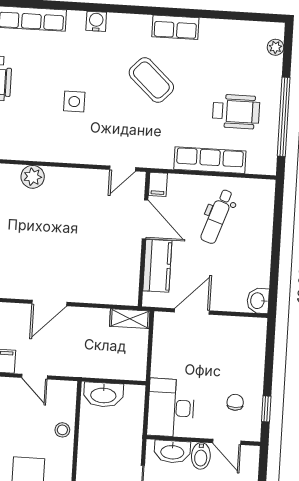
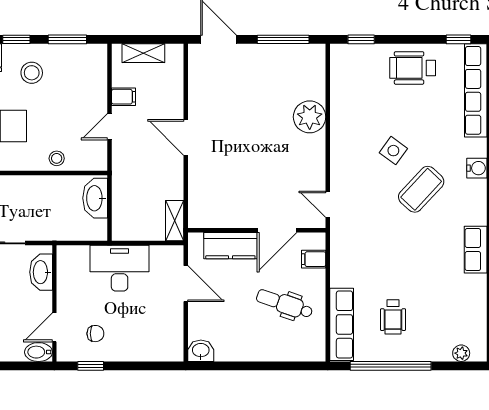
coffee table: (151, 80) -> (421, 189), moved
side table: (74, 102) -> (393, 151), turned 36
wheelchair: (236, 112) -> (393, 317), width x0.73, depth x0.73
row of seats: (210, 160) -> (342, 324), moved
plant: (33, 177) -> (310, 117), width x1.36, depth x1.36
filing cabinet: (158, 184) -> (314, 259), moved
desk: (171, 408) -> (120, 268), moved
bidet: (201, 456) -> (38, 352), moved

